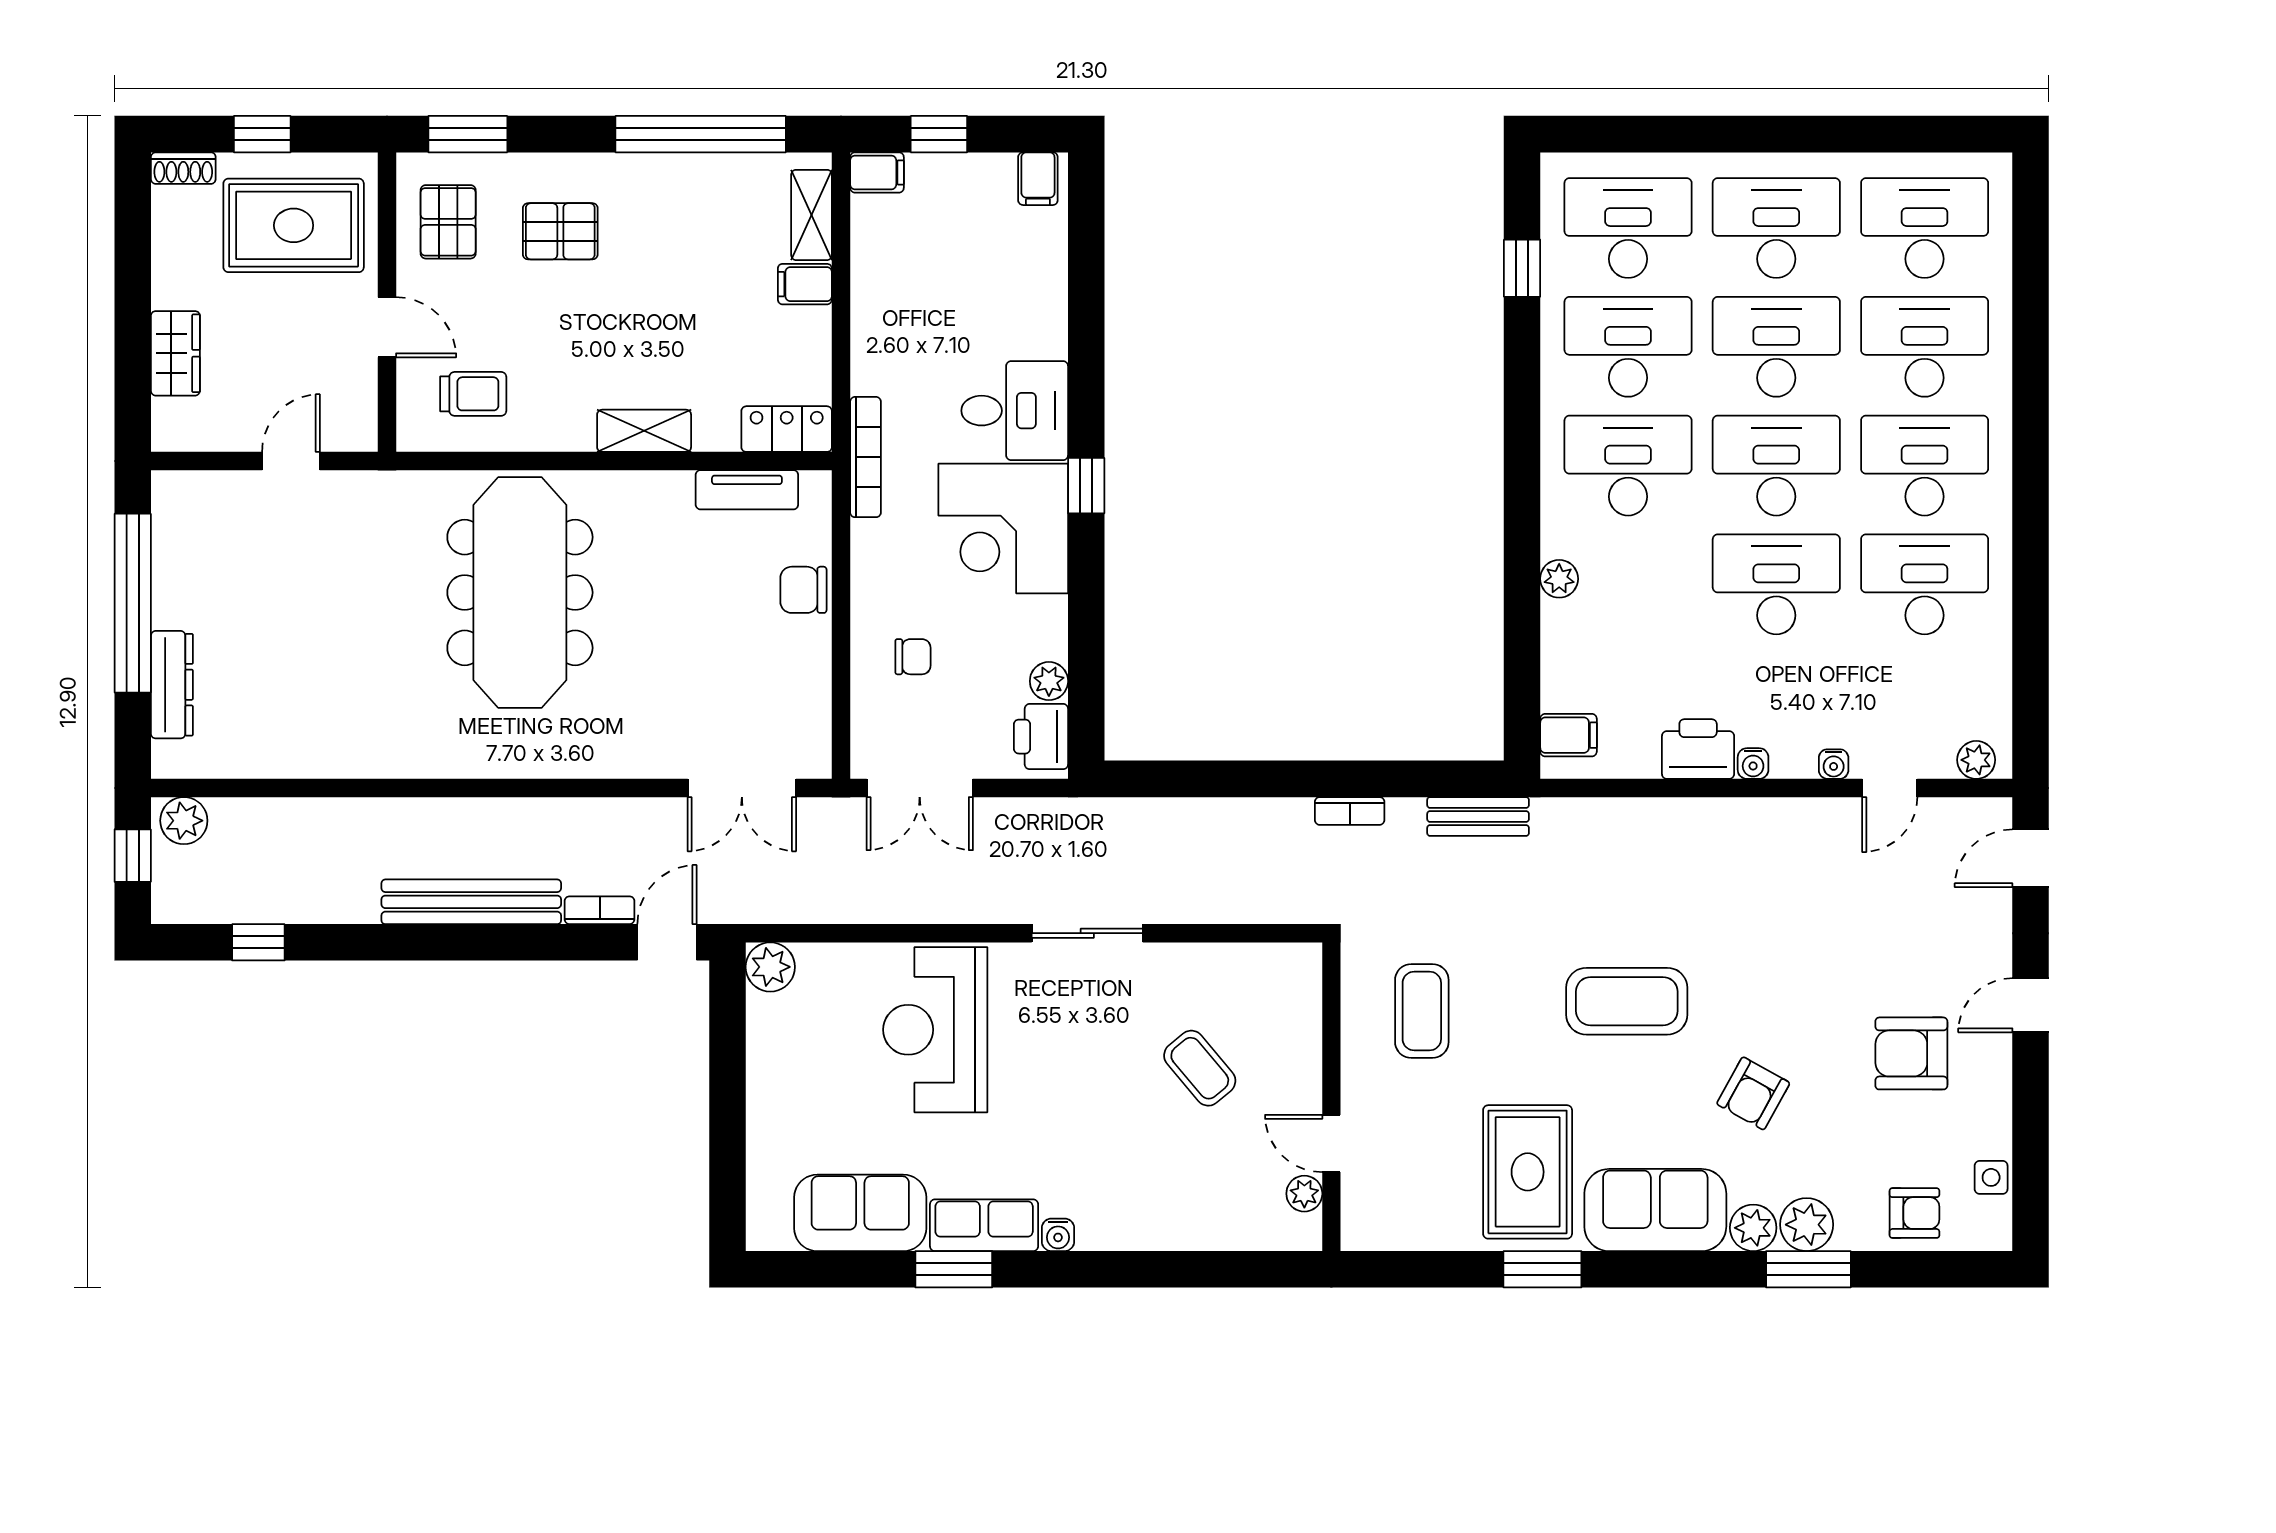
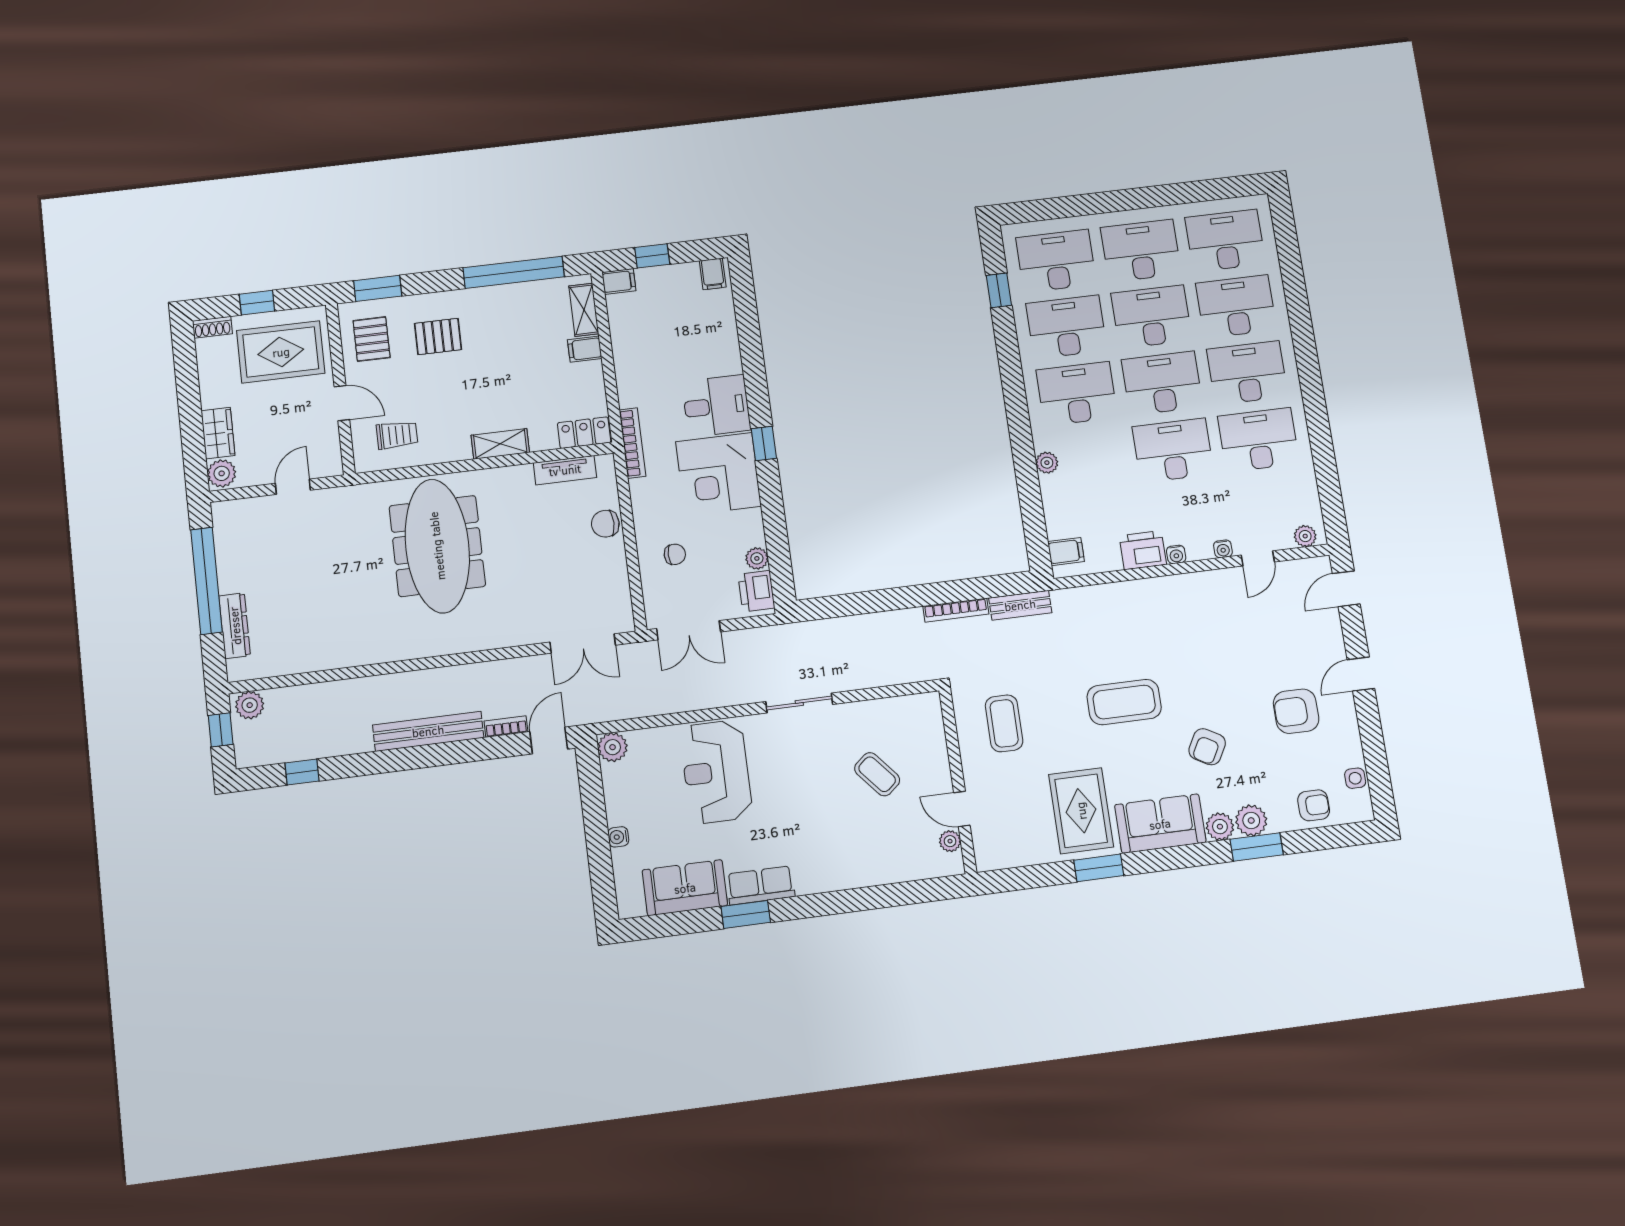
plant: (175, 423) -> (222, 473), added
bookcase: (1350, 811) -> (956, 610), width x1.56
water cooler: (1058, 1235) -> (618, 837), moved, turned 90

